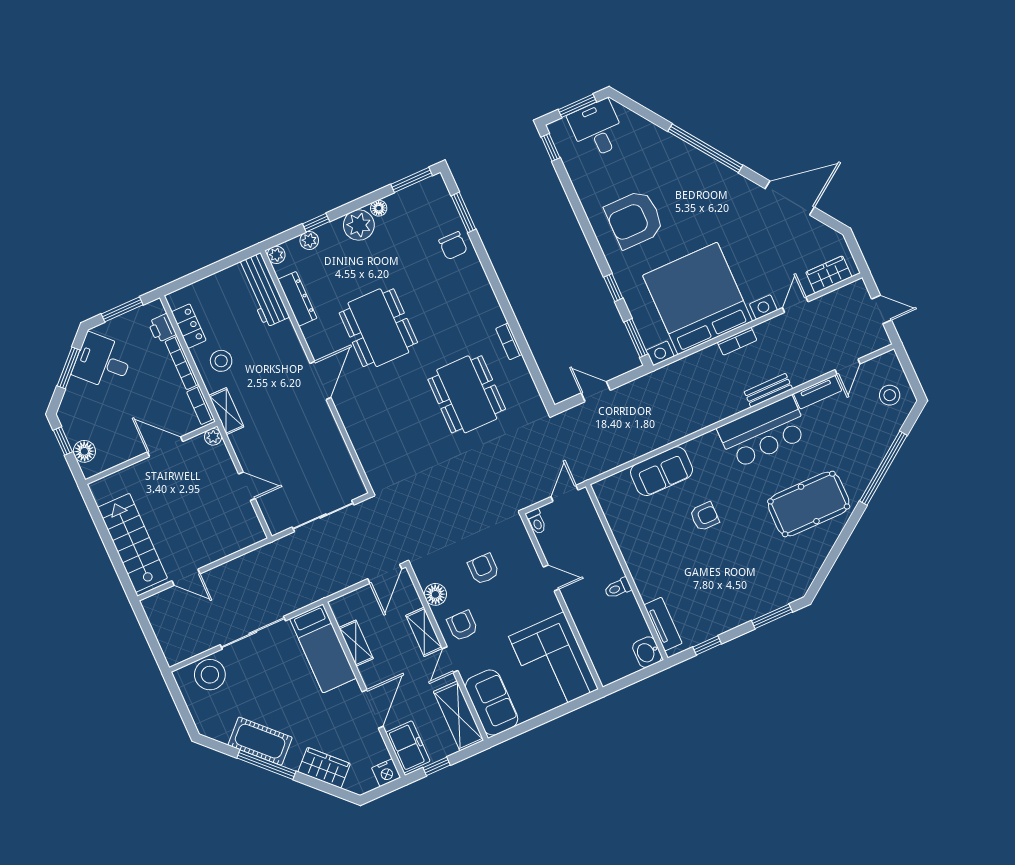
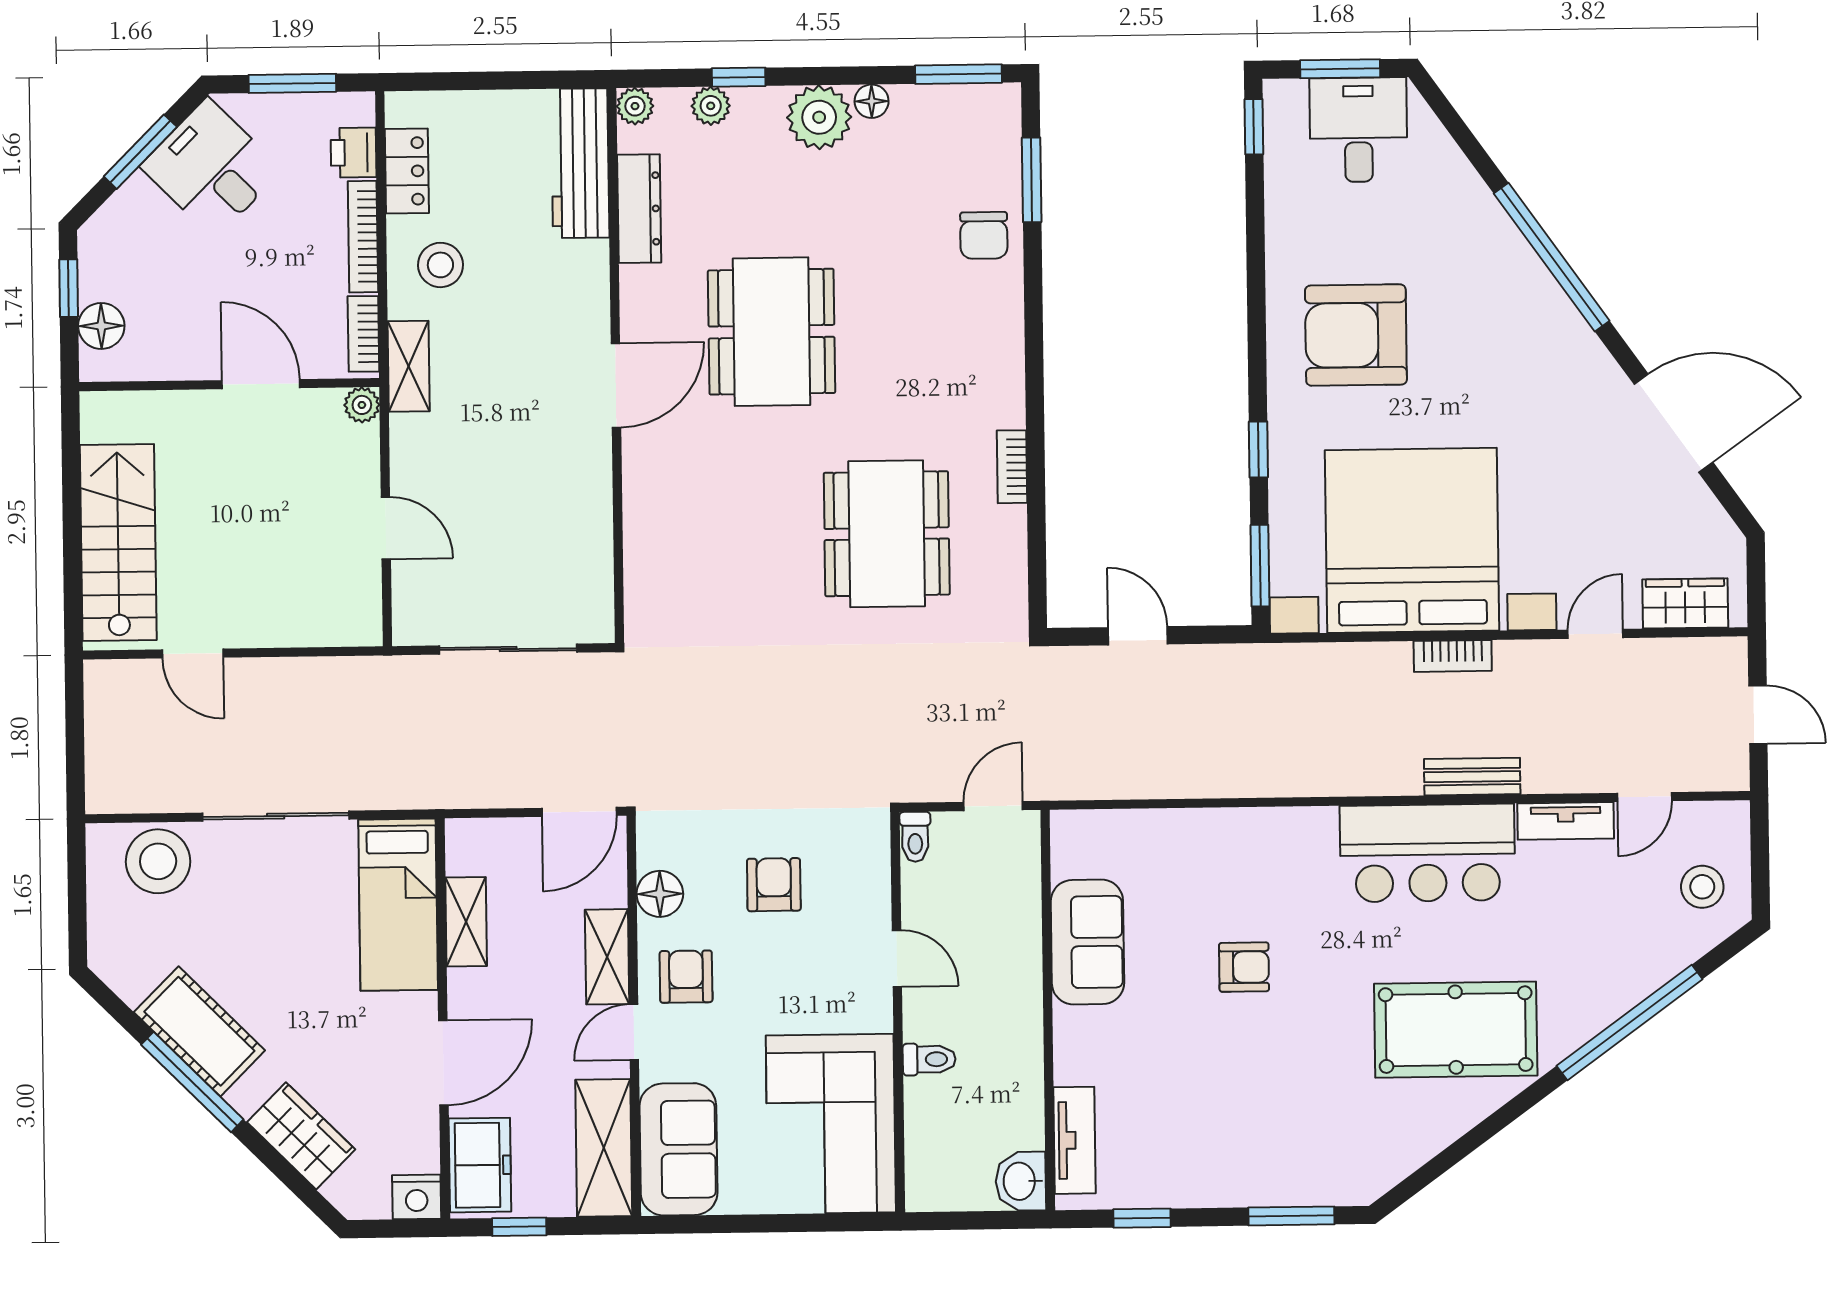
sofa: (662, 471) -> (1087, 942), moved, turned -90
toilet: (618, 588) -> (929, 1059), moved, turned 180

